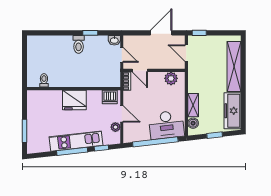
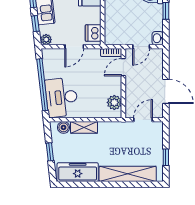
window: (199, 33) -> (166, 157), moved
plant: (115, 127) -> (46, 40), moved

